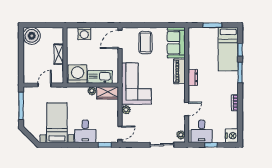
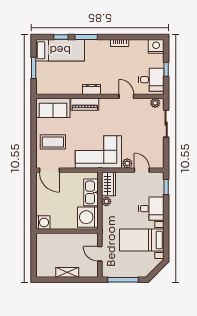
washing machine: (84, 34) -> (43, 222), moved
boiler: (32, 36) -> (45, 268), removed
shelving: (59, 54) -> (67, 272), moved
door: (120, 133) -> (142, 170), moved

